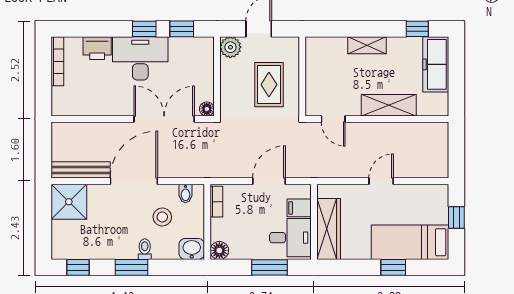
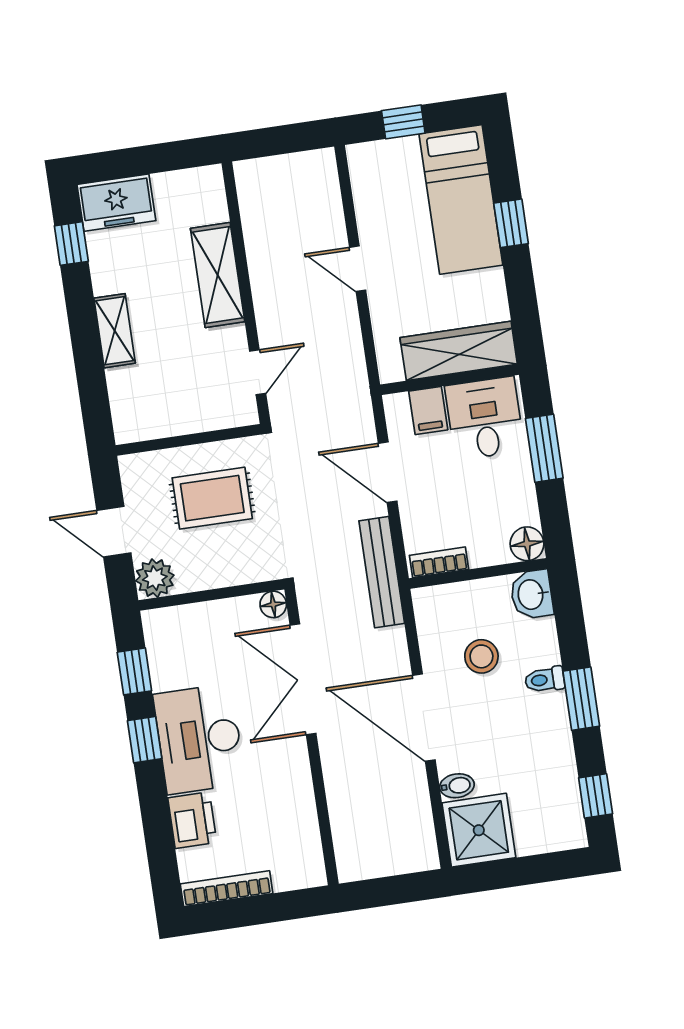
freezer: (436, 64) -> (116, 203), width x0.71
bench: (81, 170) -> (382, 572), moved
bidet: (185, 193) -> (457, 786), moved

